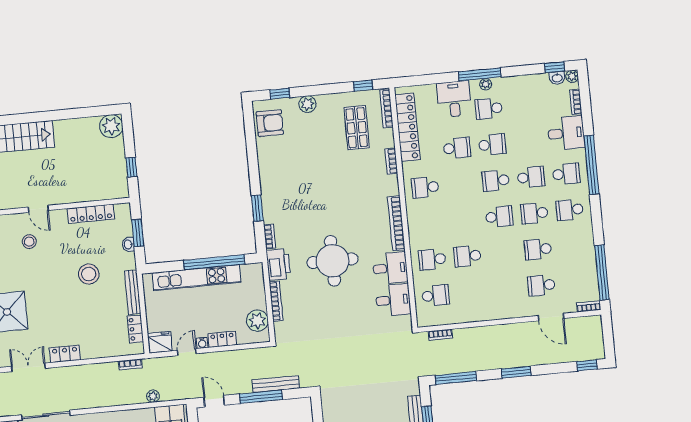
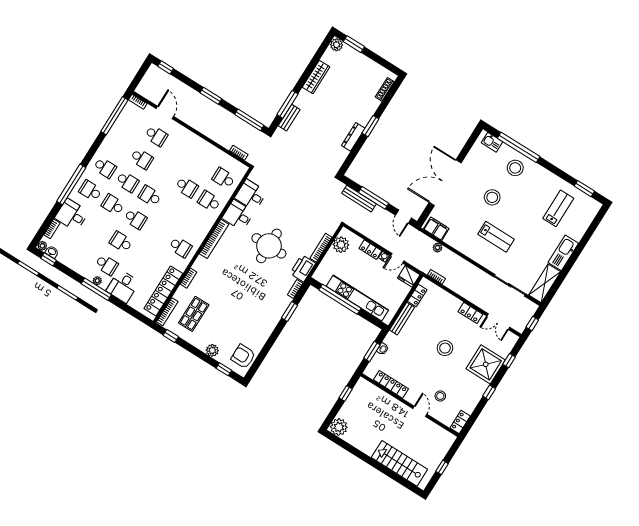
school desk: (457, 148) -> (143, 256), removed
school desk: (432, 259) -> (209, 201), turned 180
stool: (89, 274) -> (445, 348), moved

